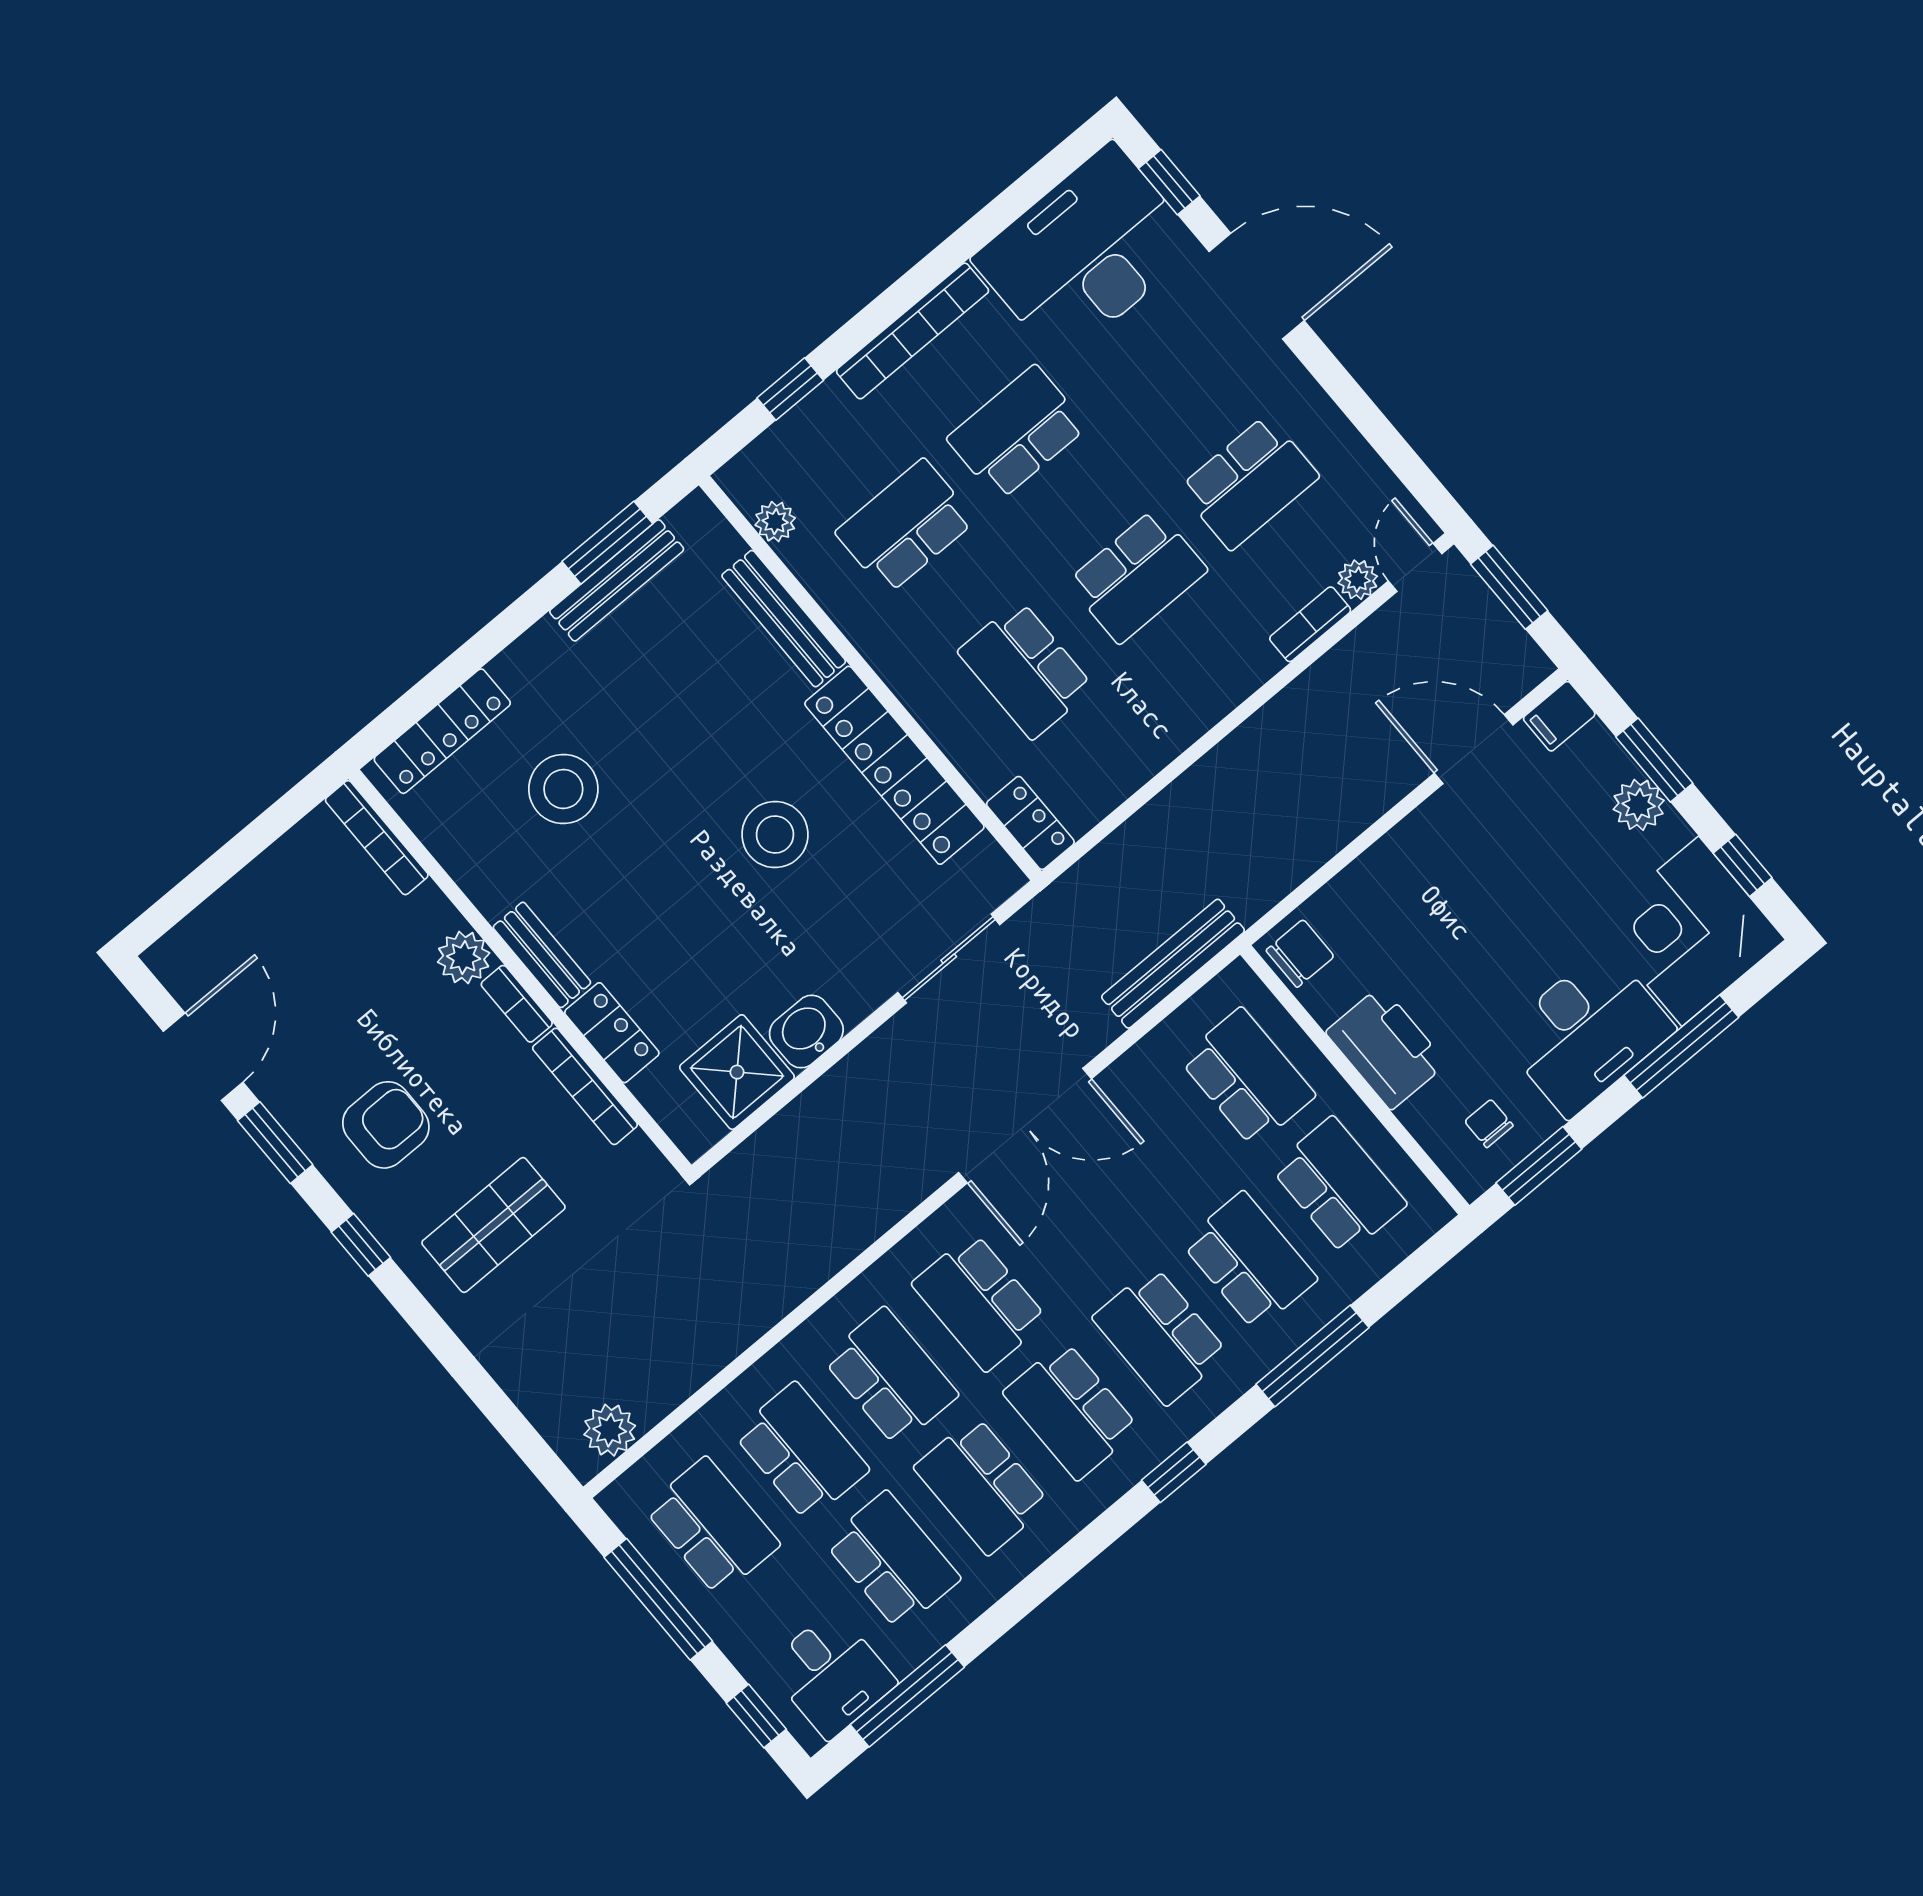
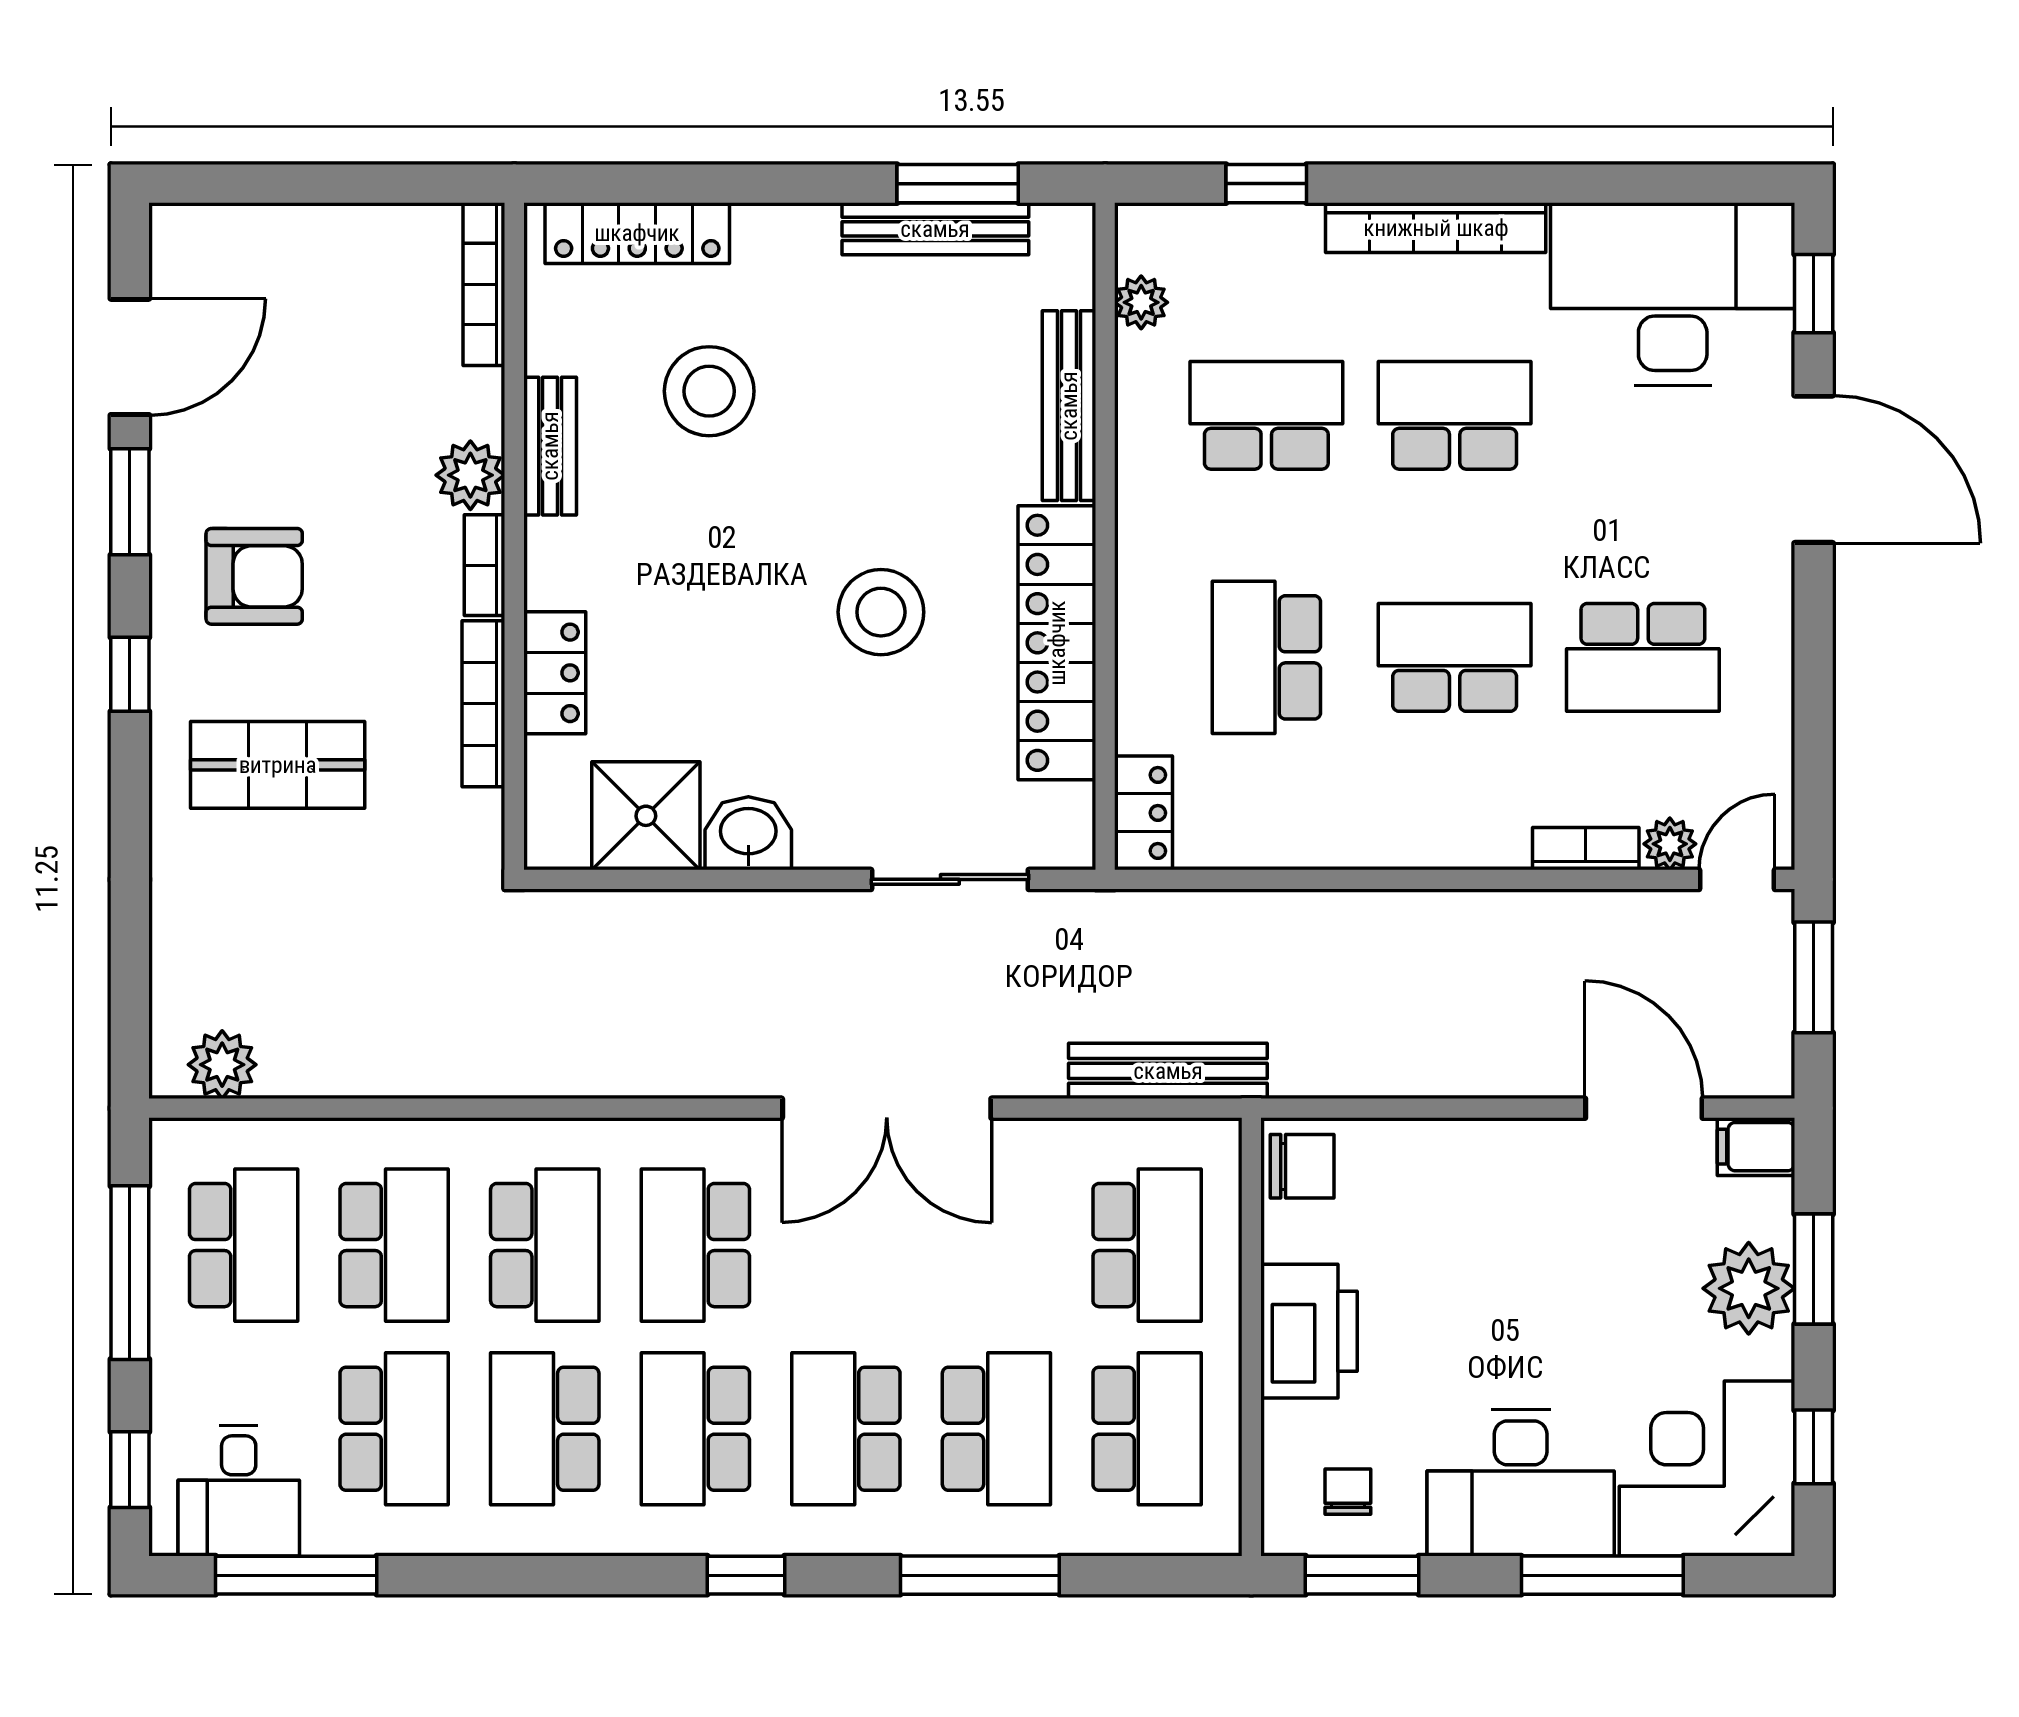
school desk: (1137, 576) -> (1455, 657), turned 180
plant: (1639, 805) -> (1749, 1288), width x1.36, depth x1.36
bench: (542, 955) -> (550, 446), moved

